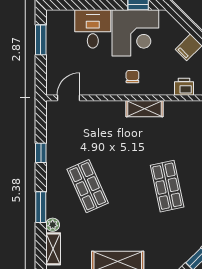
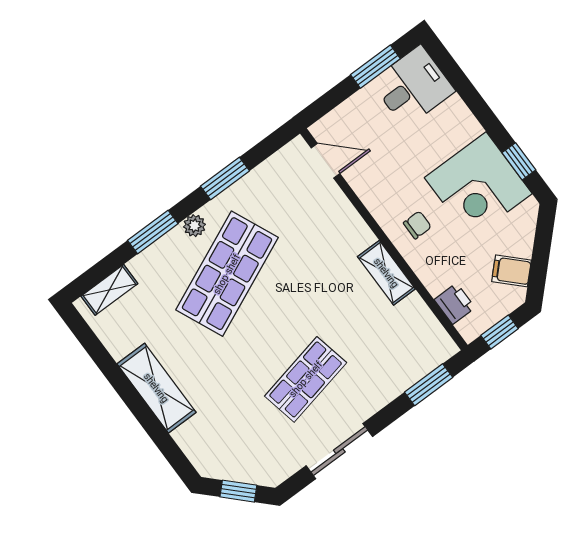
desk: (93, 29) -> (413, 86), moved
window: (41, 153) -> (225, 178), width x1.50
shop shelf: (88, 186) -> (227, 274), width x1.43, depth x1.36
plant: (53, 225) -> (194, 226), moved

